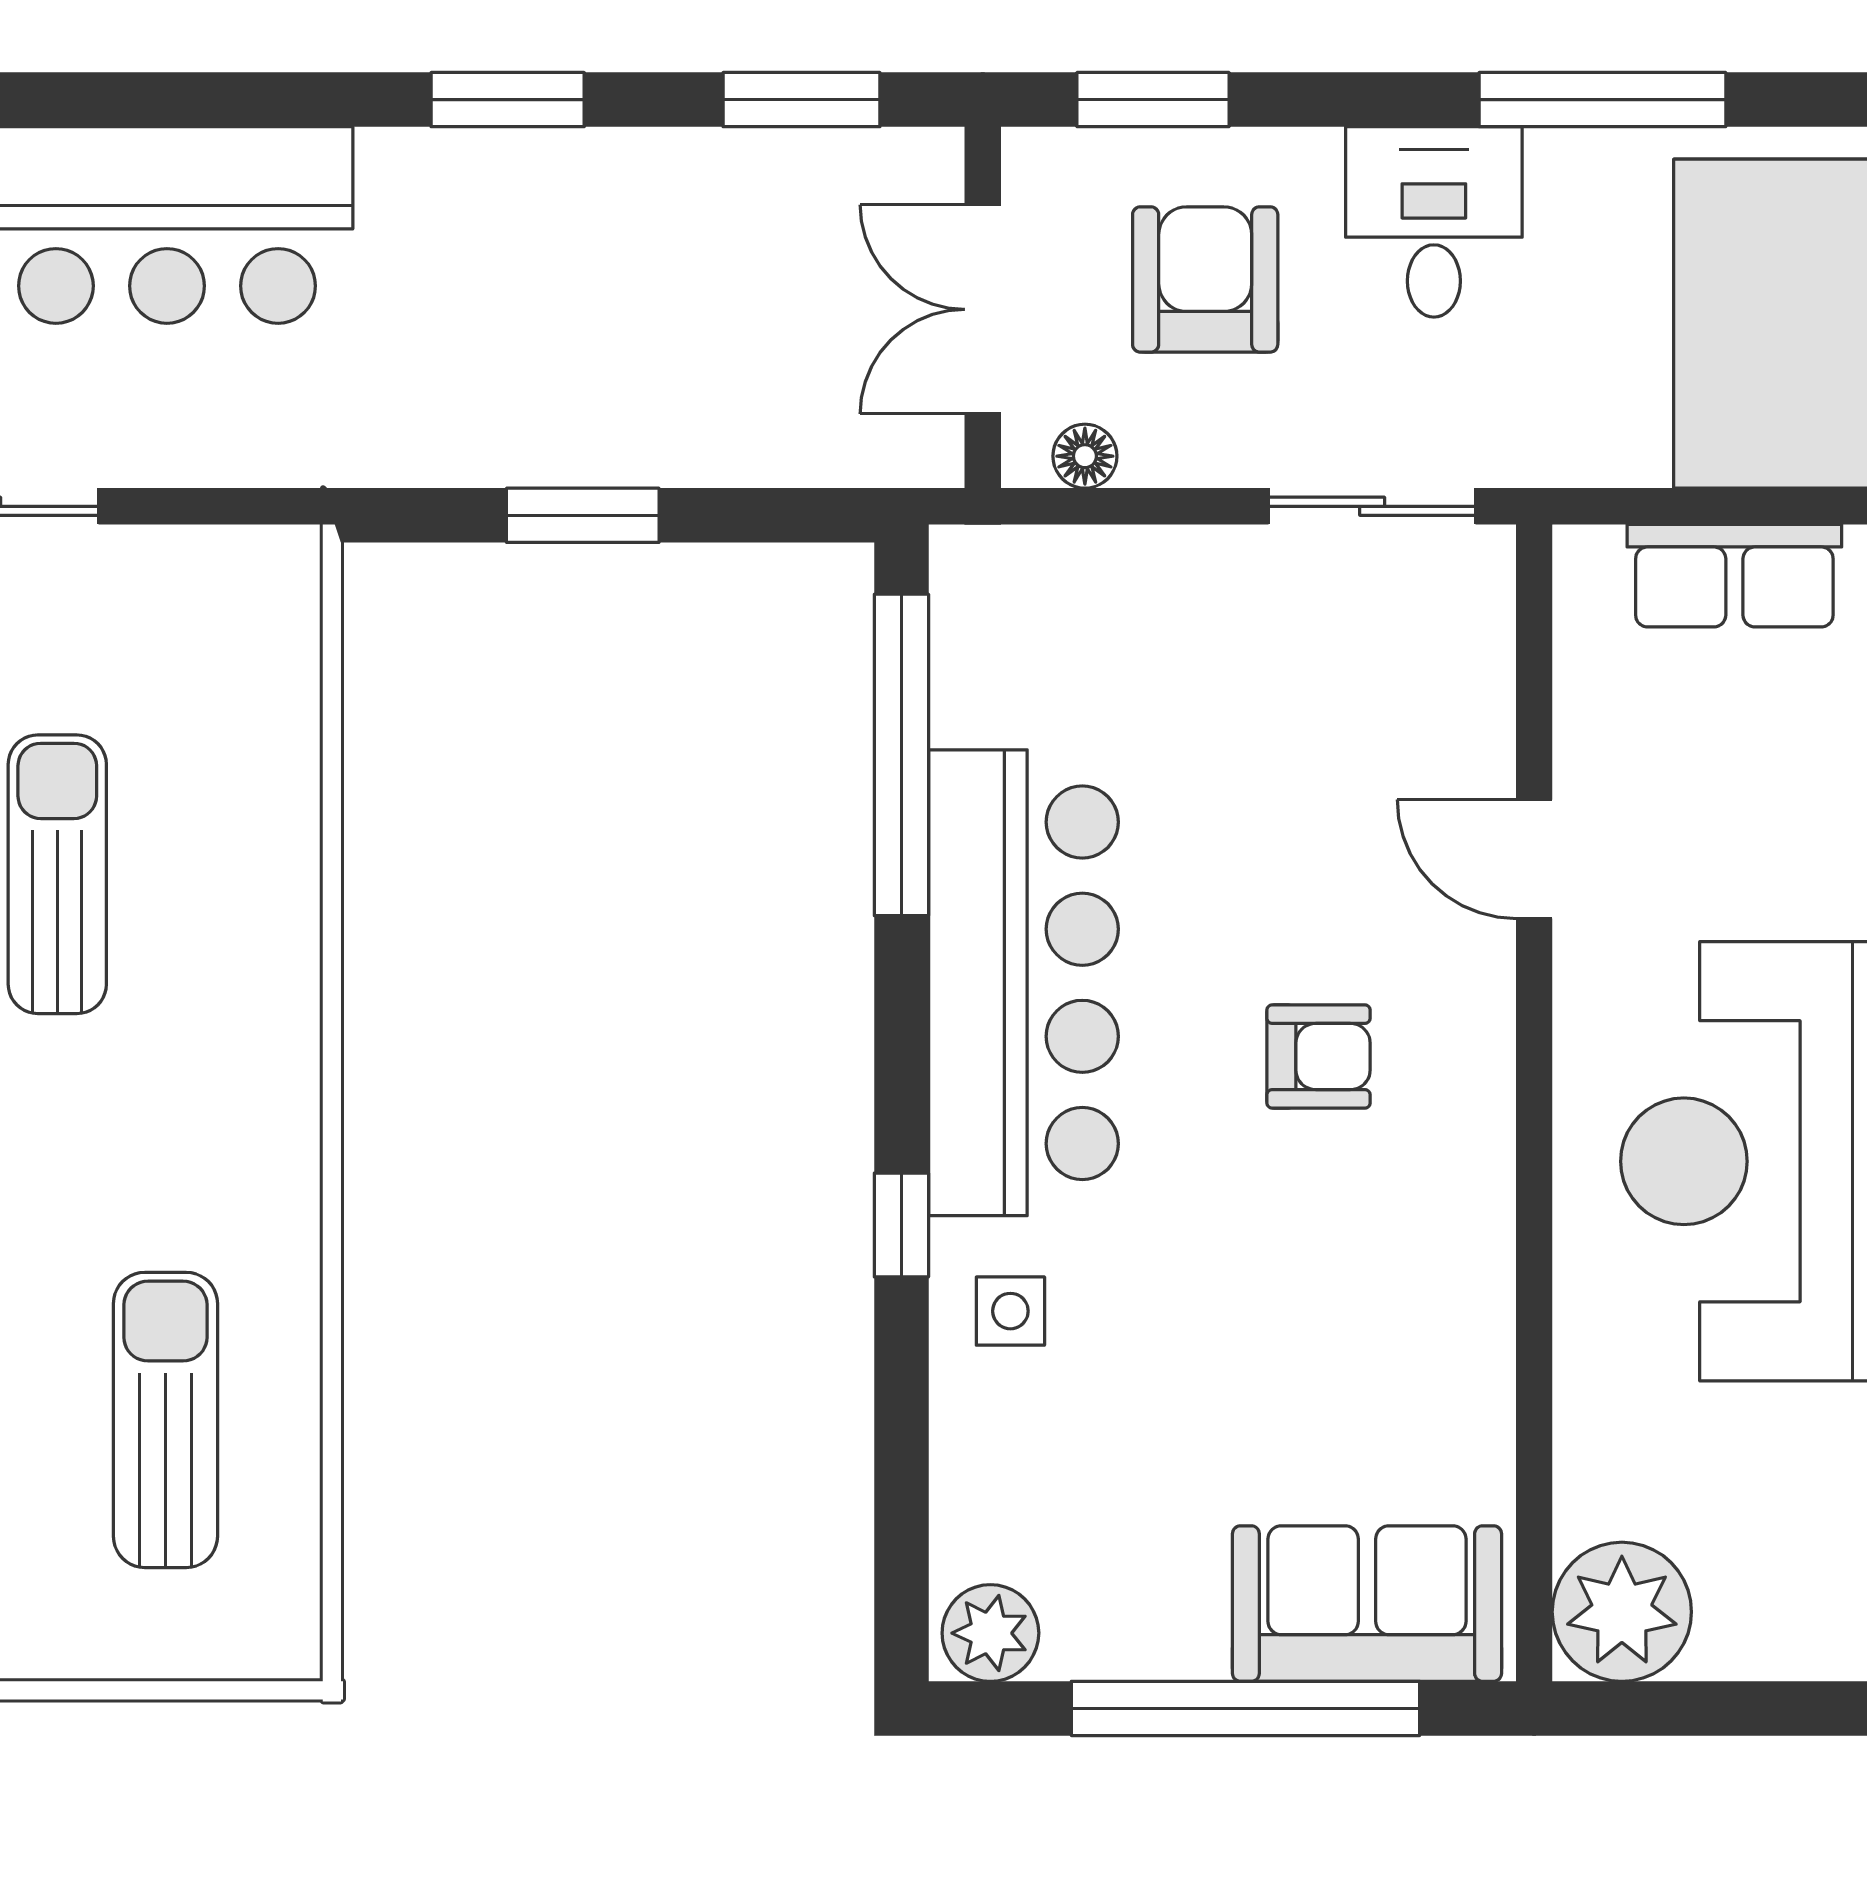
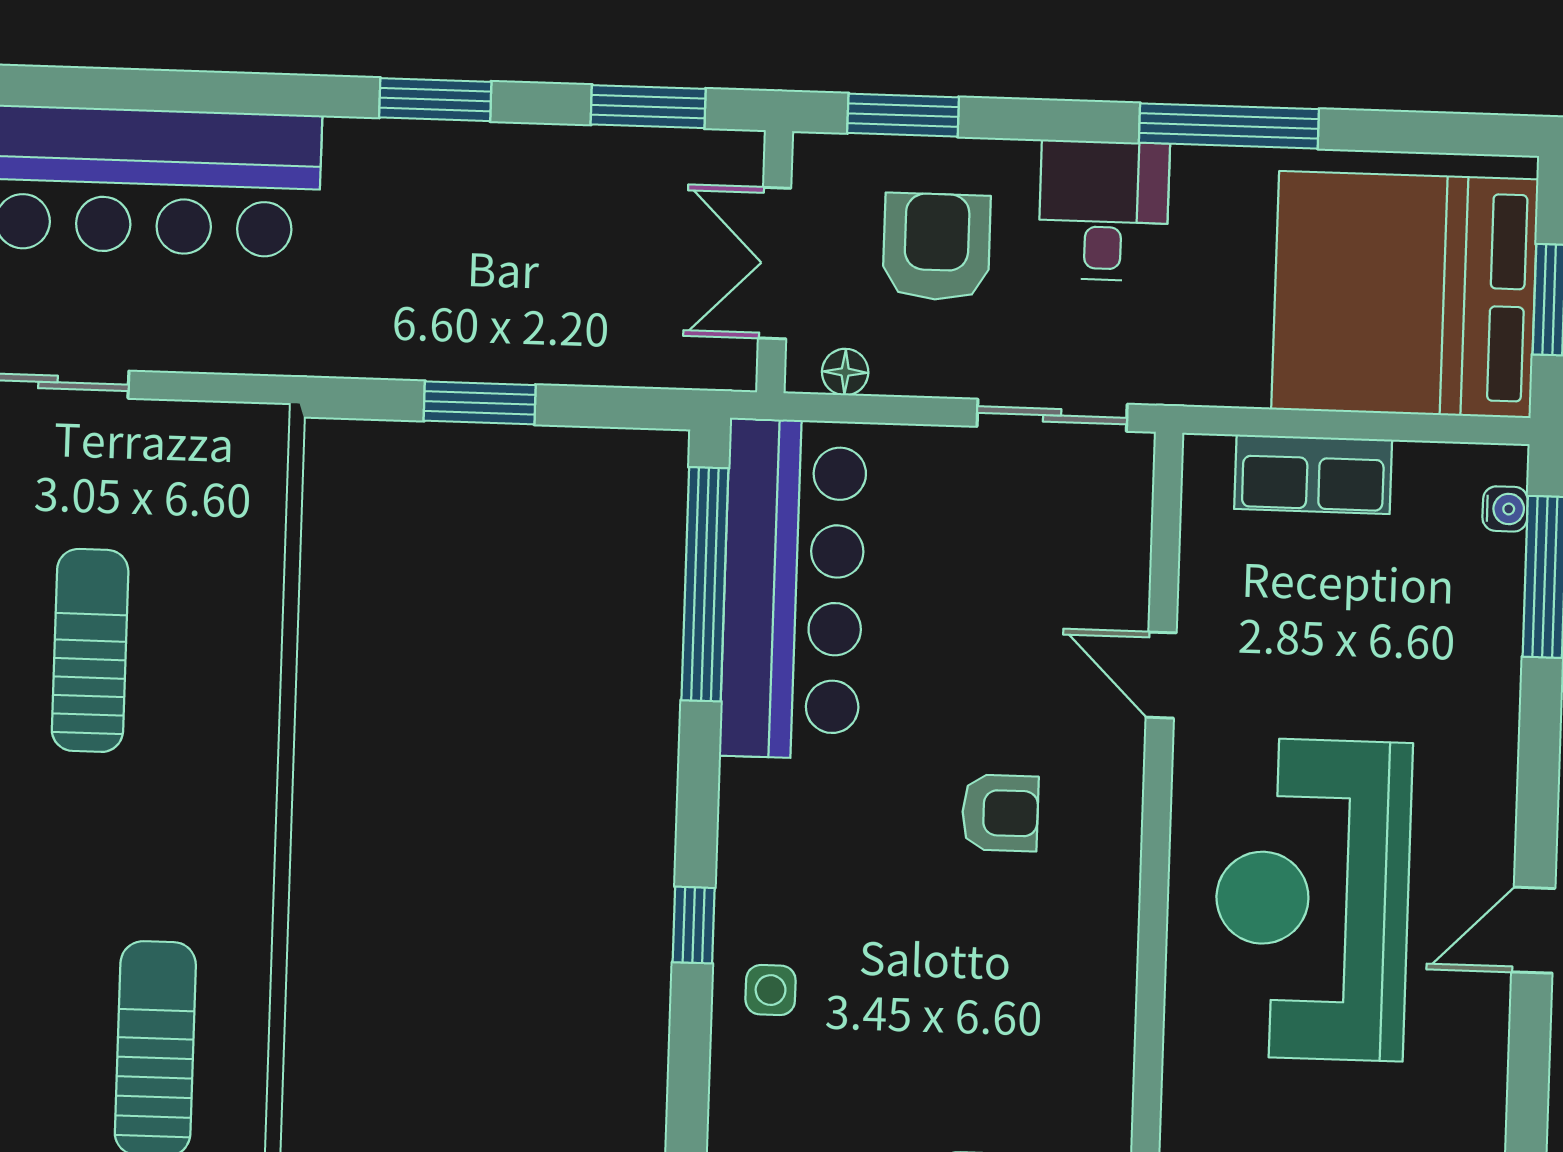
bar counter: (1023, 983) -> (793, 589), moved

